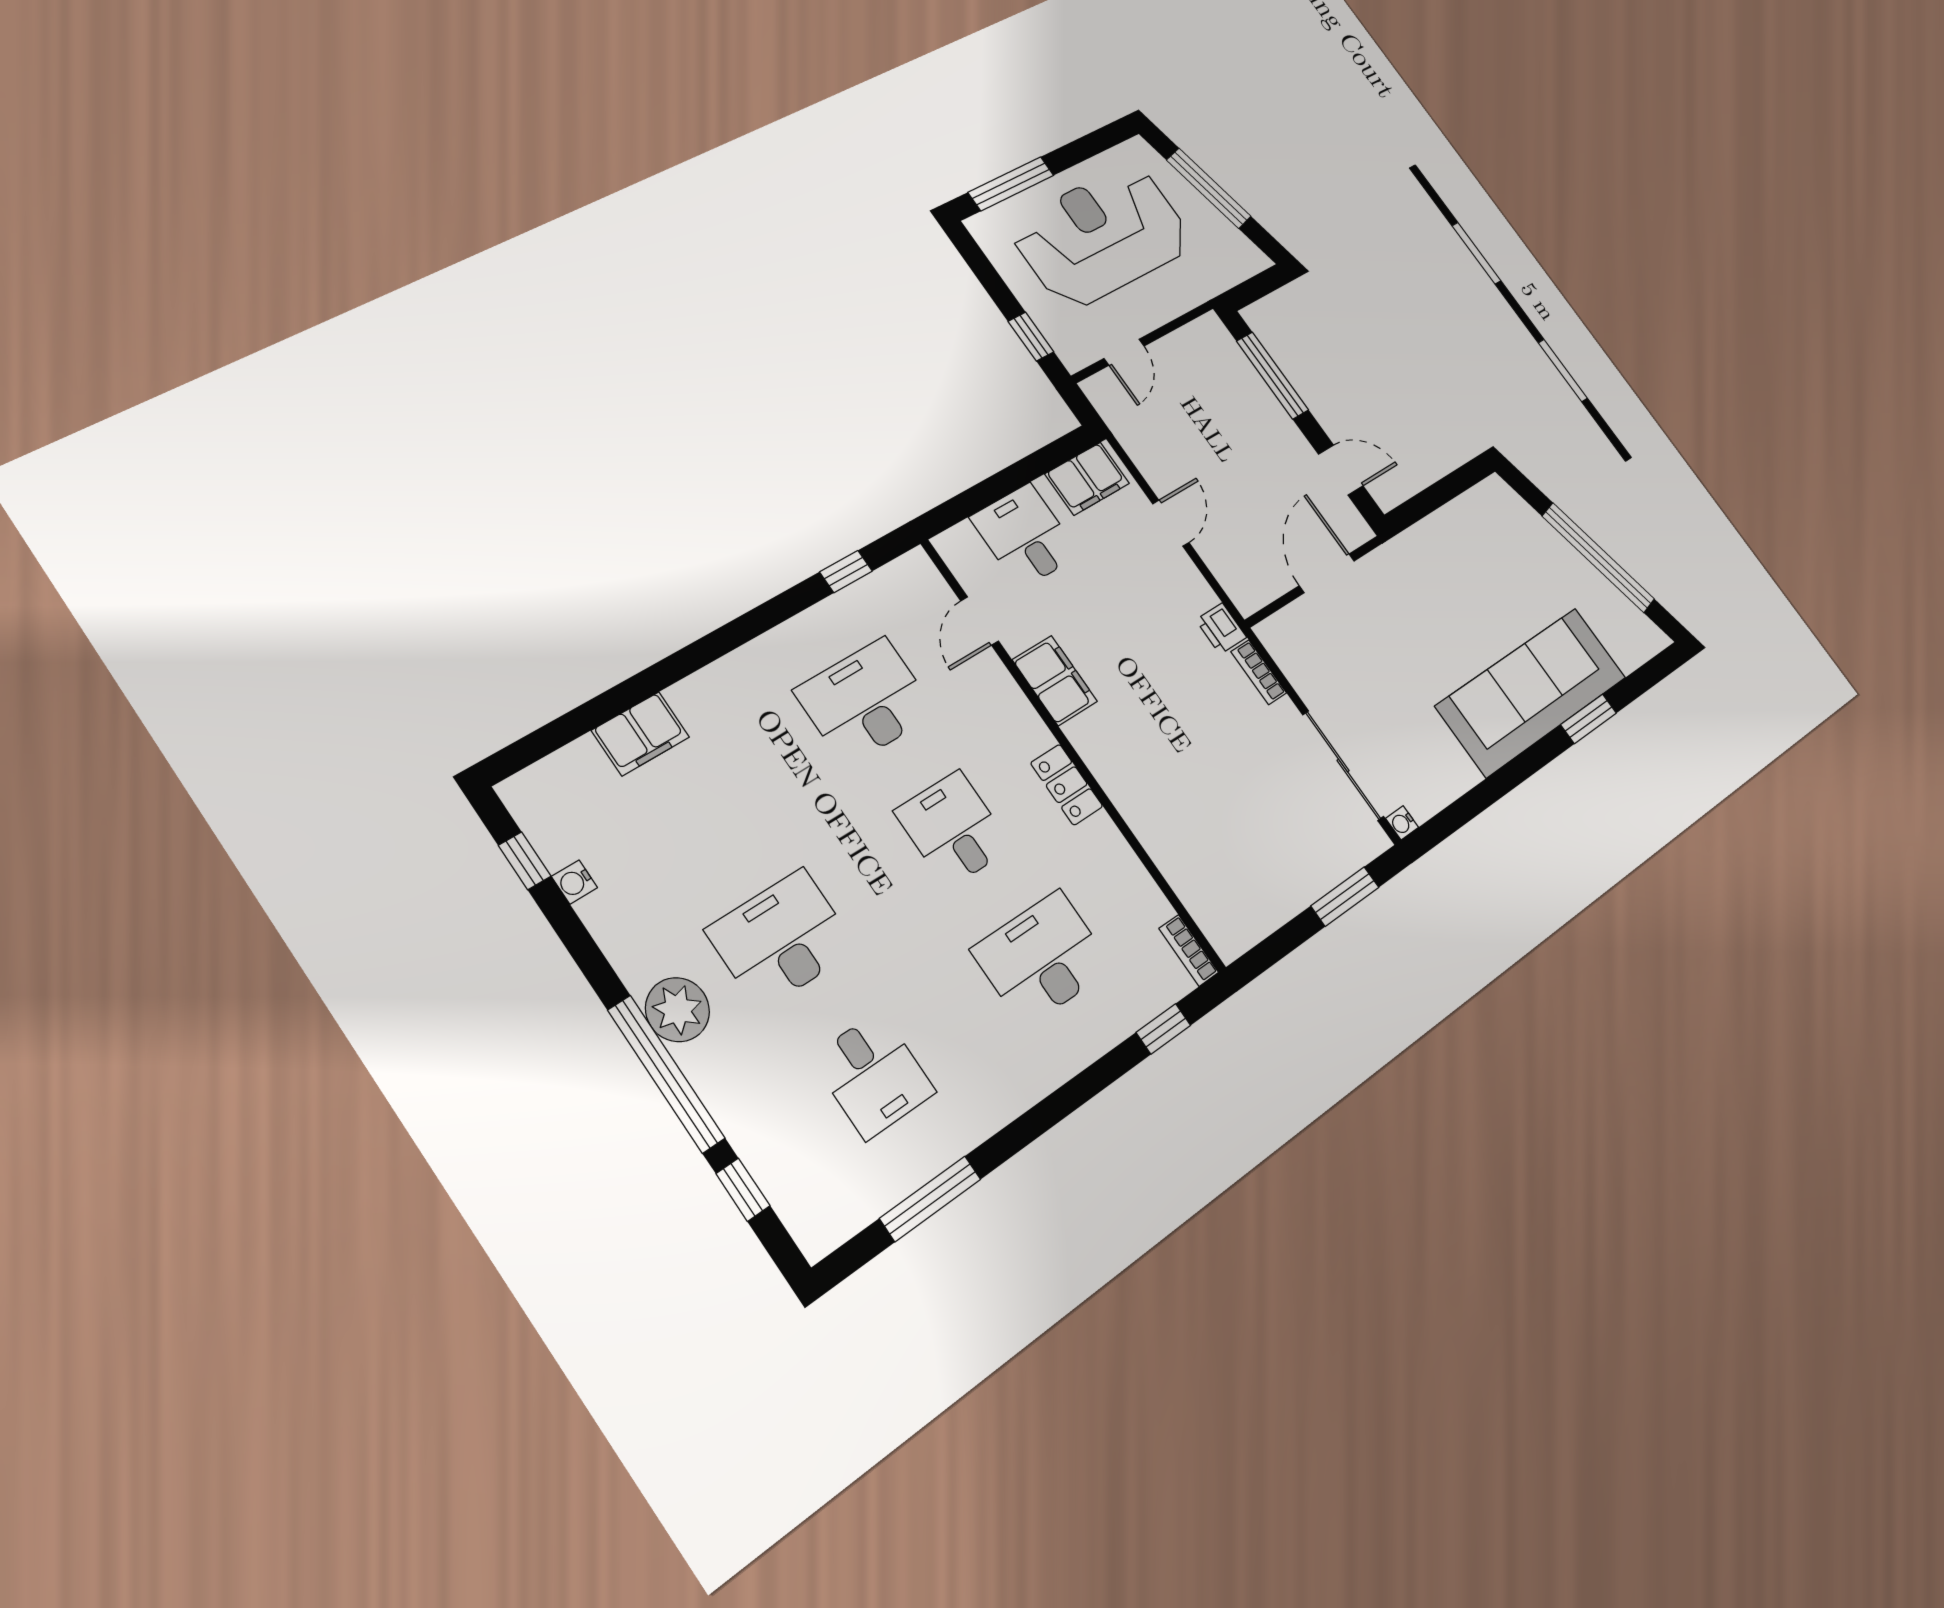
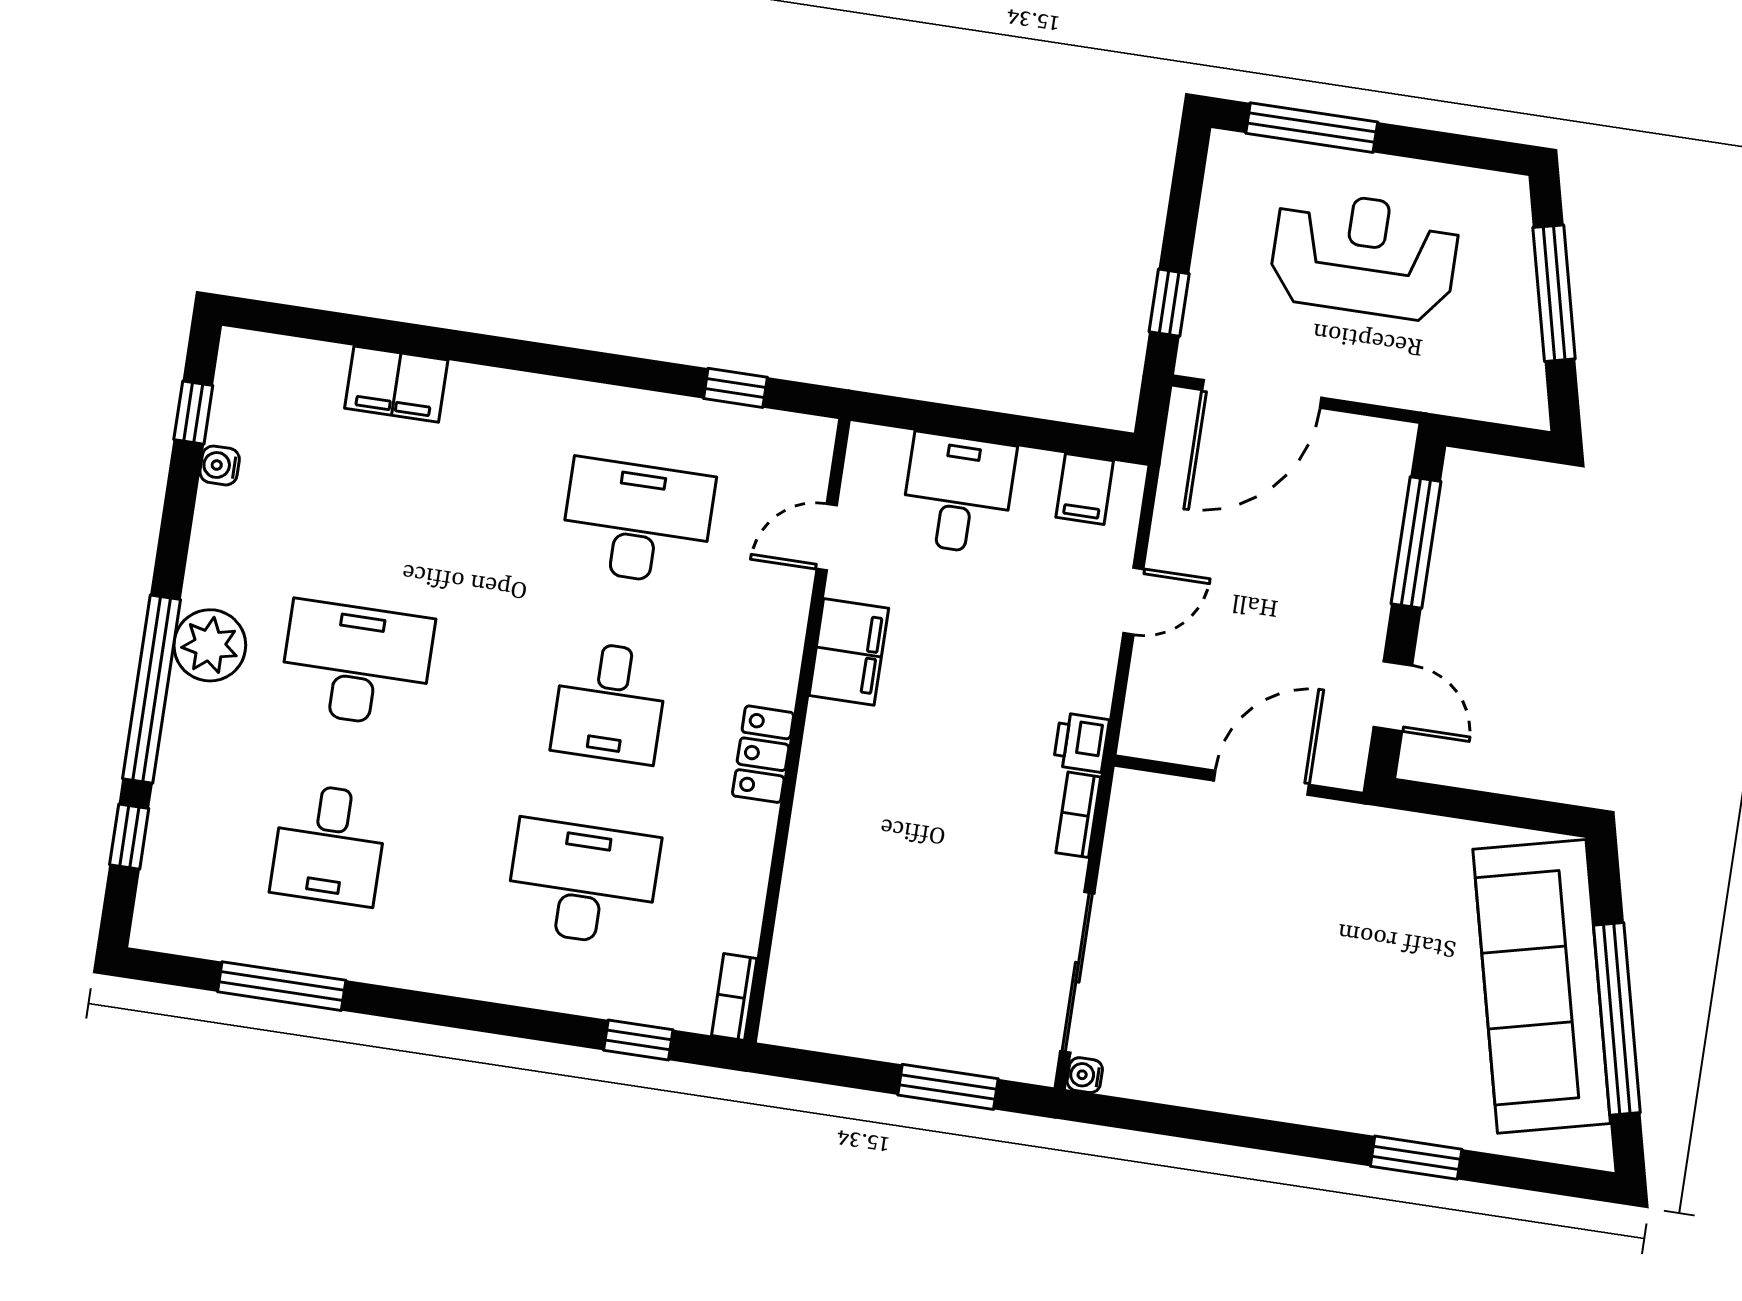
reception desk: (1102, 236) -> (1364, 255), width x0.74, depth x0.77
door: (1124, 352) -> (1262, 394), width x1.87
filing cabinet: (1087, 479) -> (1085, 489), width x0.50
sofa: (1532, 692) -> (1542, 986), moved, turned -104
desk: (953, 829) -> (610, 702), turned 180

